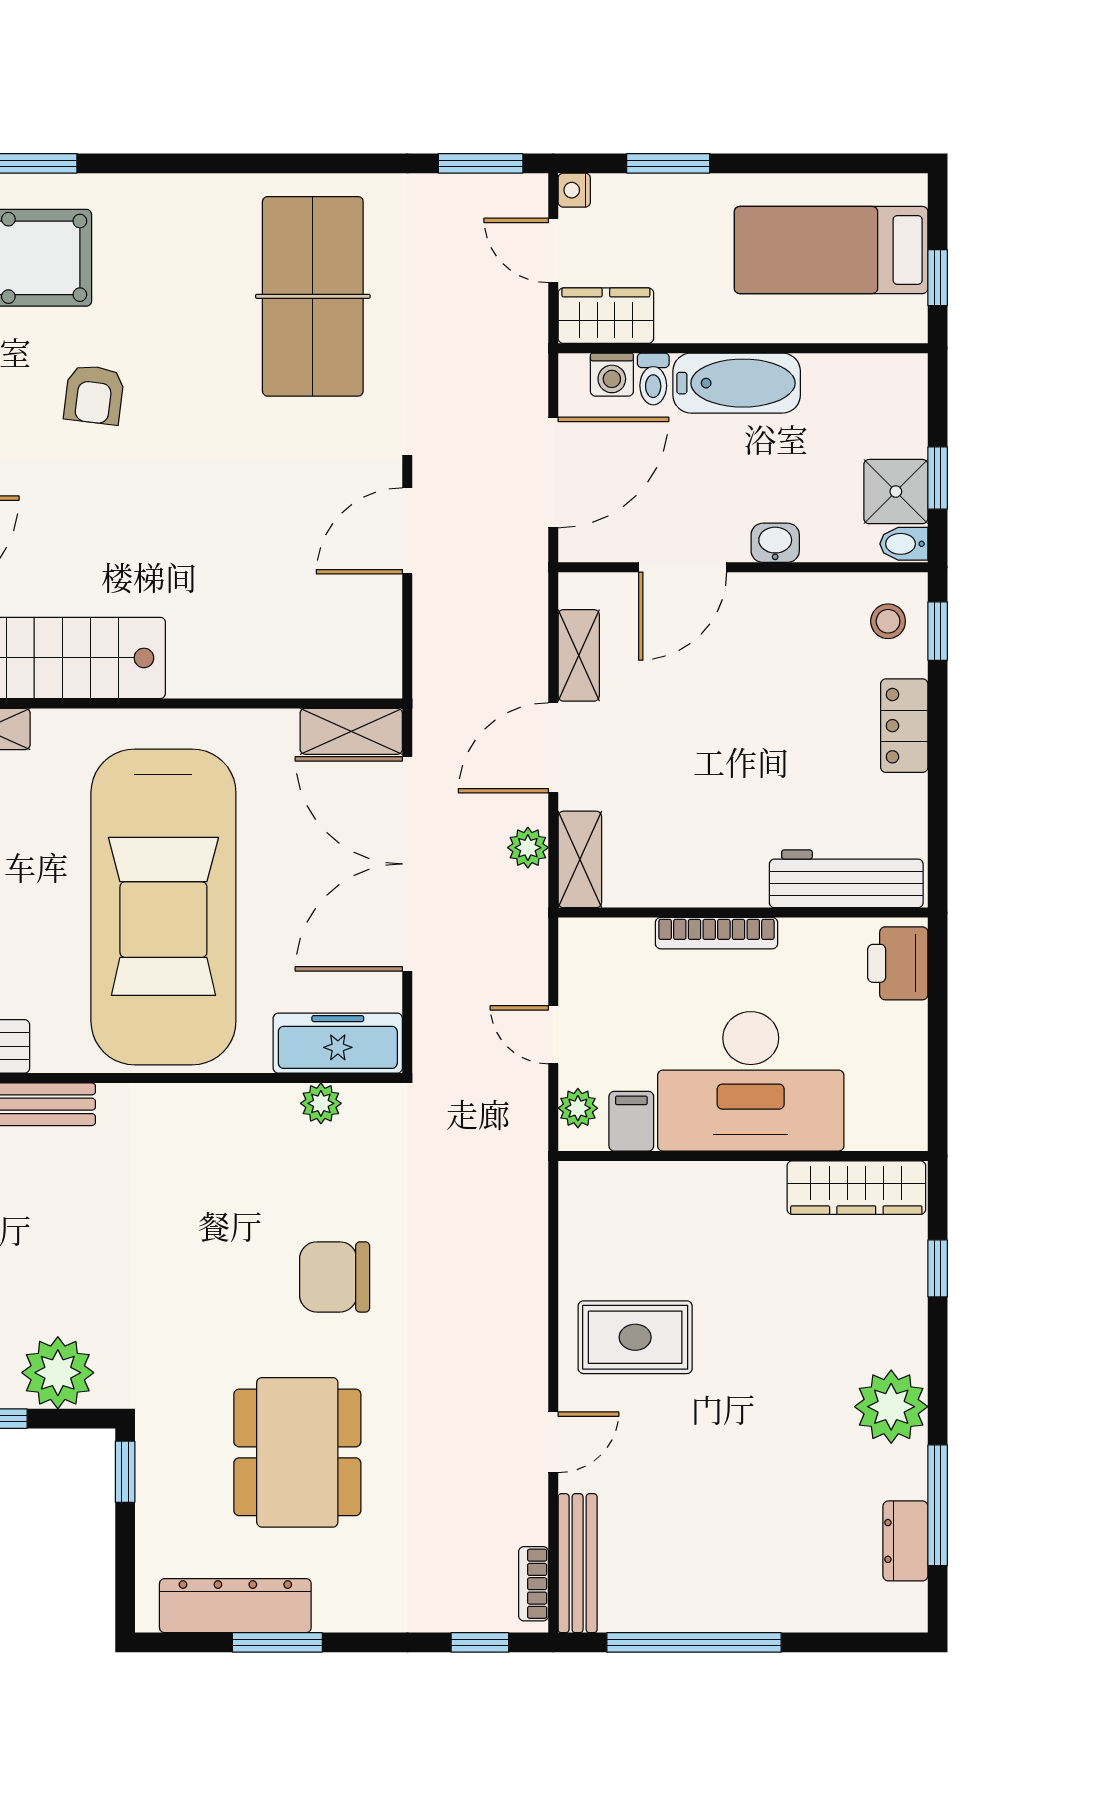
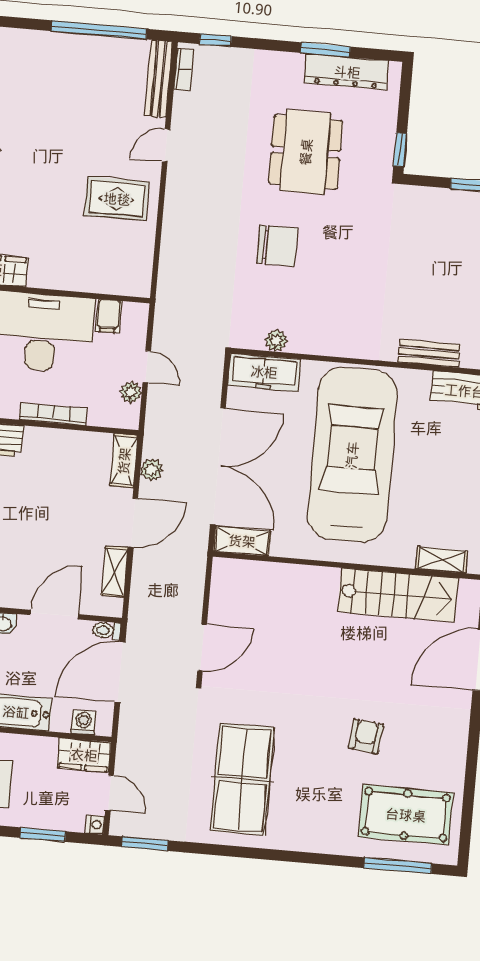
toilet: (653, 379) -> (107, 631), moved, turned -90
plant: (578, 1108) -> (131, 392), moved
plant: (58, 1373) -> (432, 207), removed

